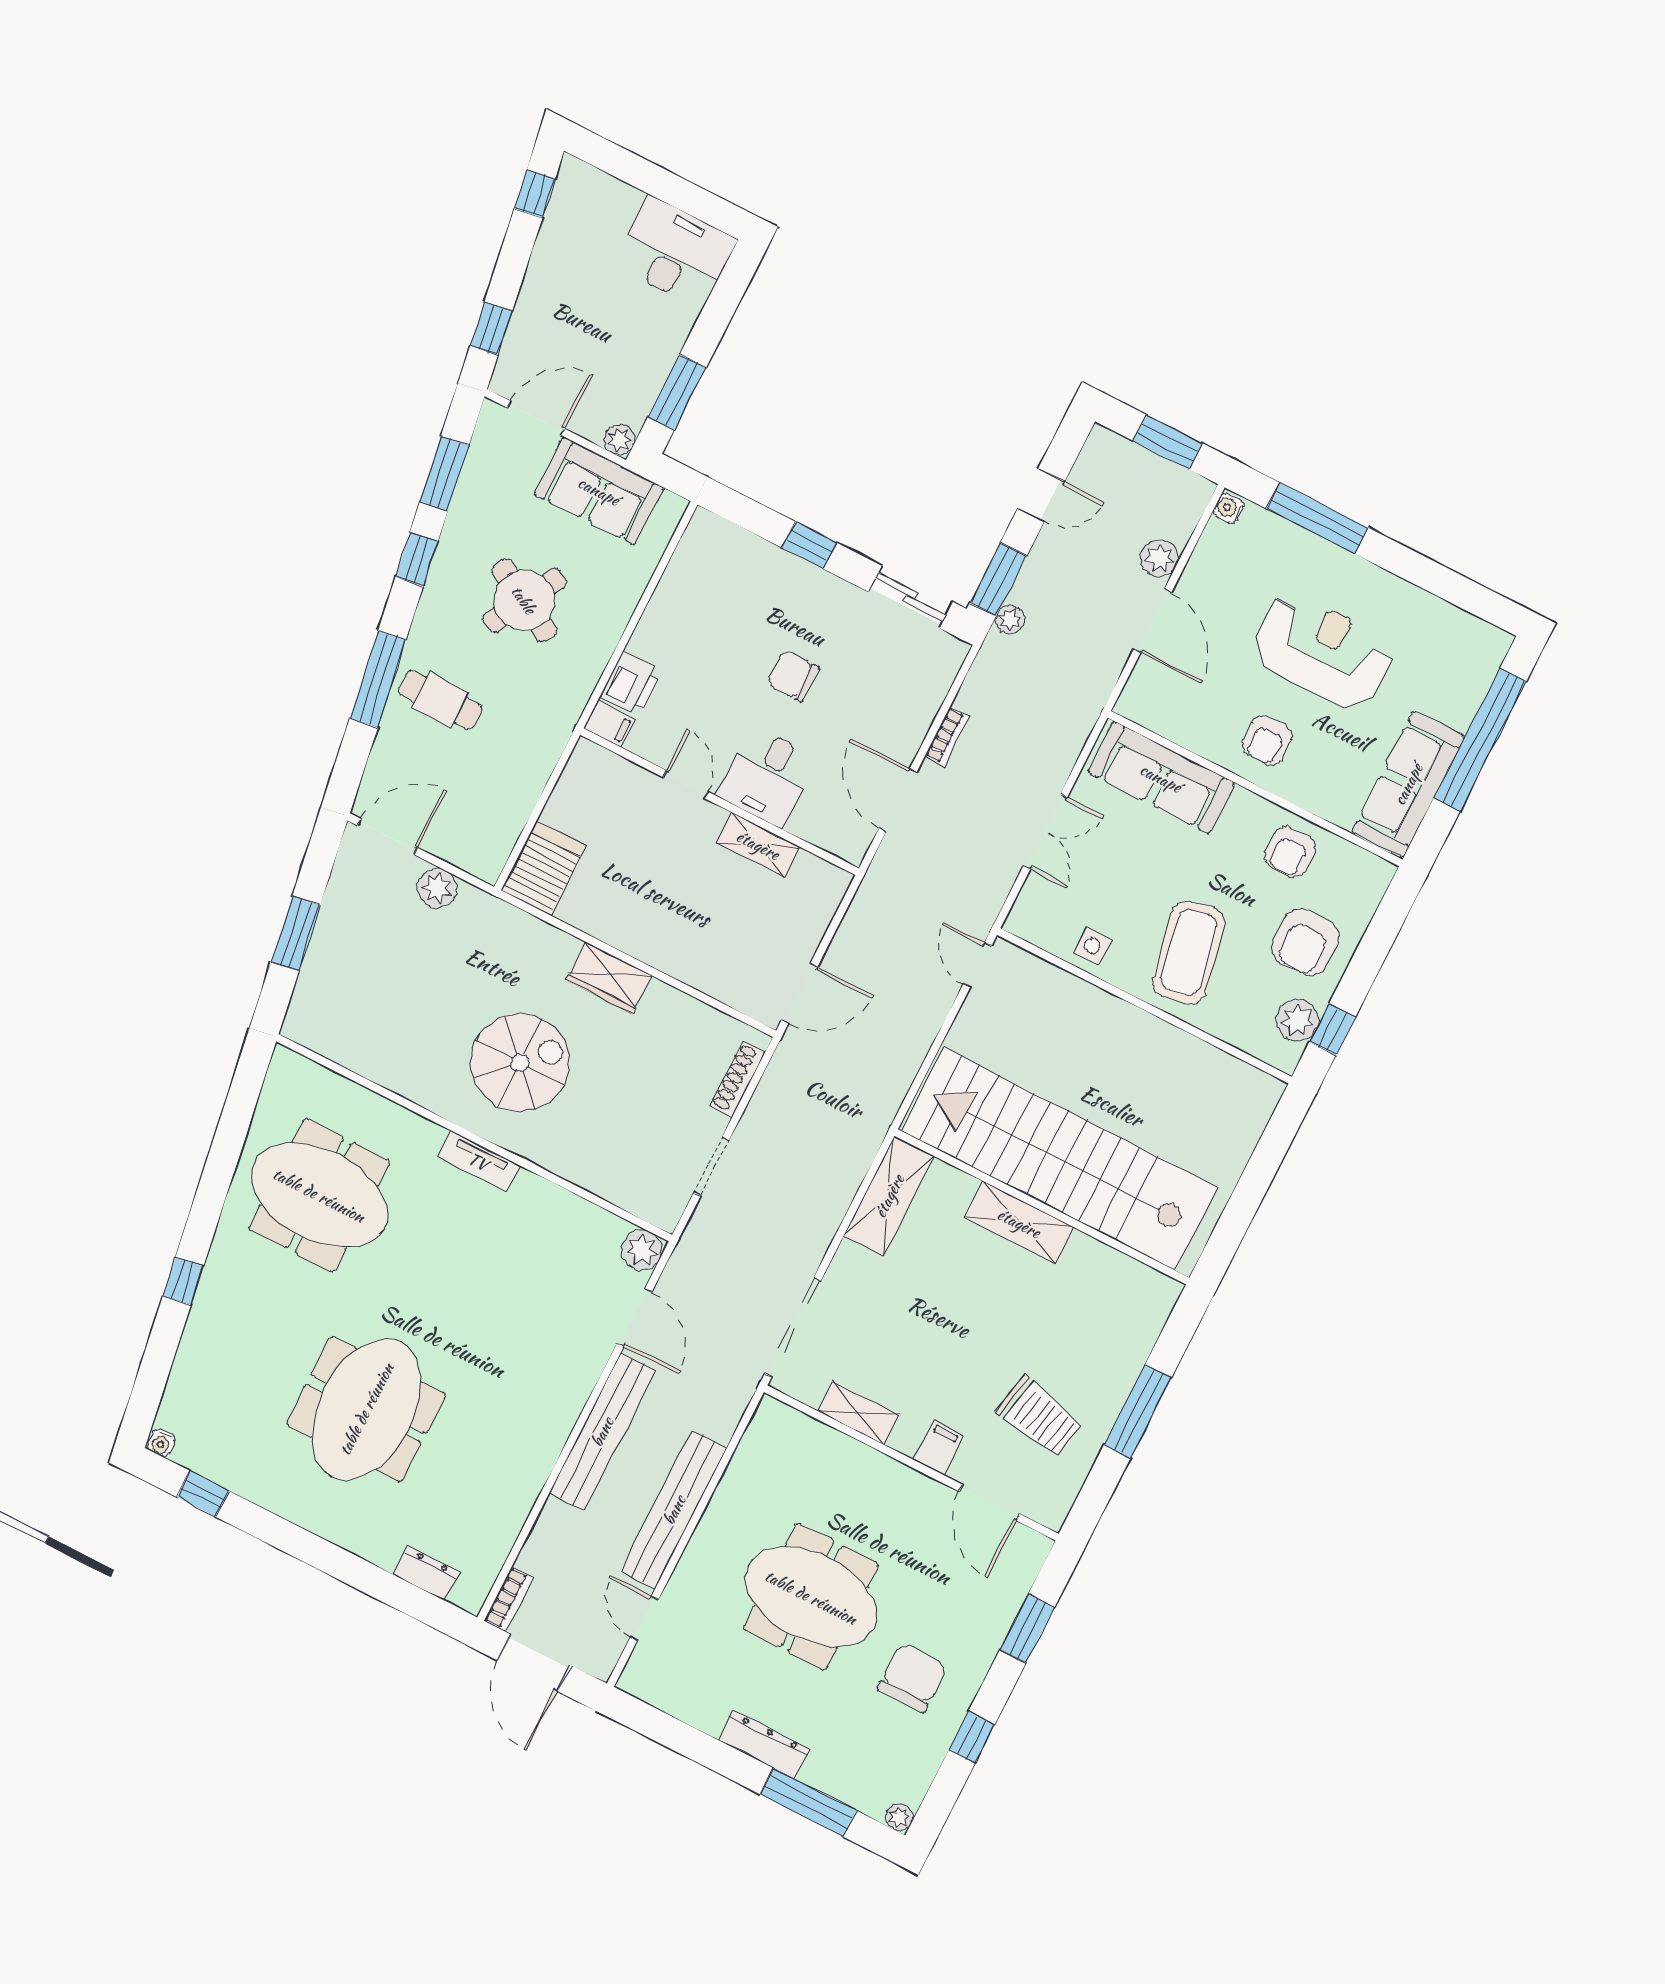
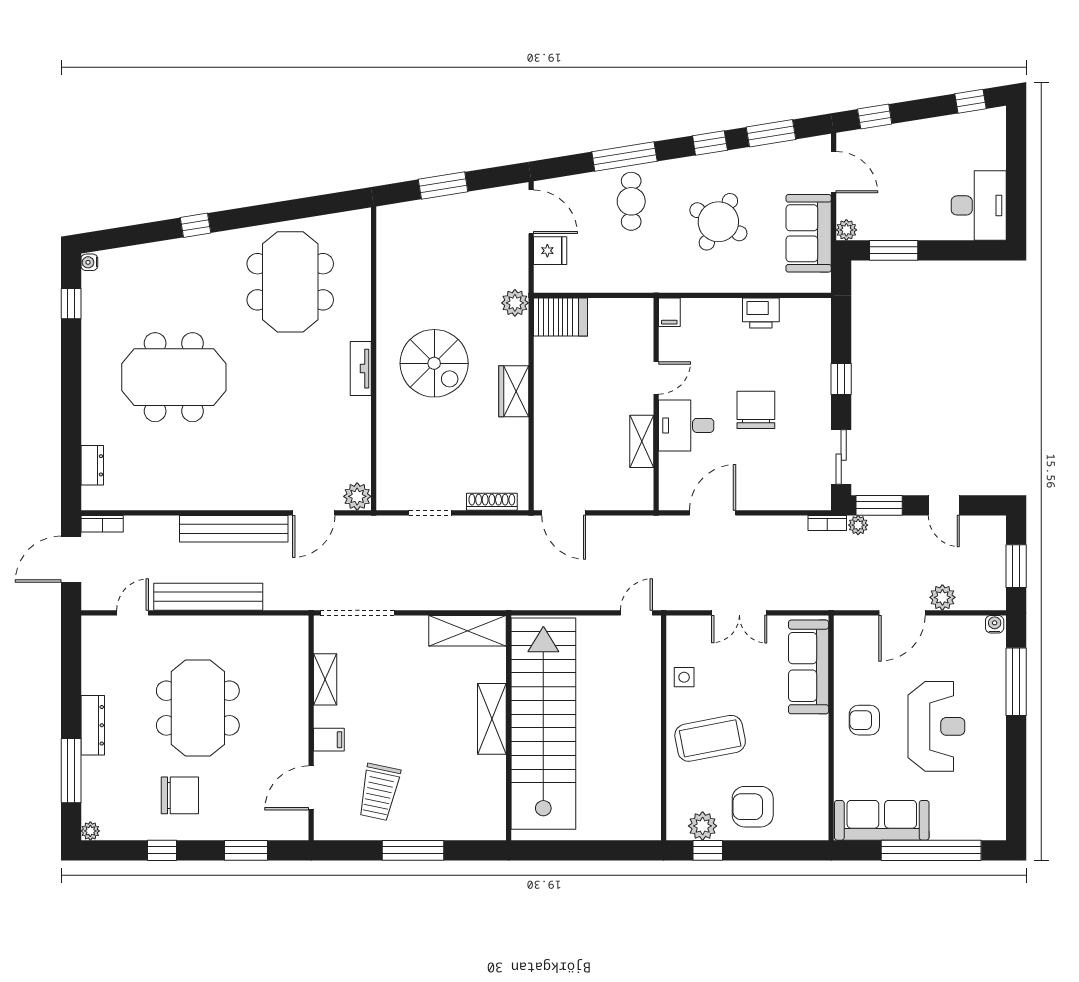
chair: (793, 676) -> (756, 410), width x1.37, depth x1.37
printer: (631, 684) -> (761, 313), moved
bookcase: (947, 737) -> (827, 523), moved
fridge: (451, 838) -> (550, 251), added
armchair: (1290, 852) -> (803, 769), removed
plant: (437, 888) -> (515, 303), moved

